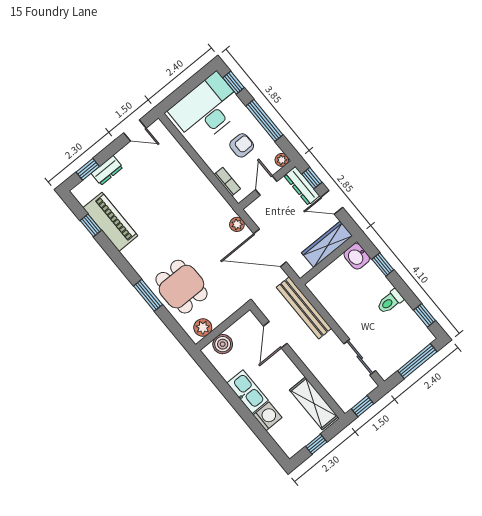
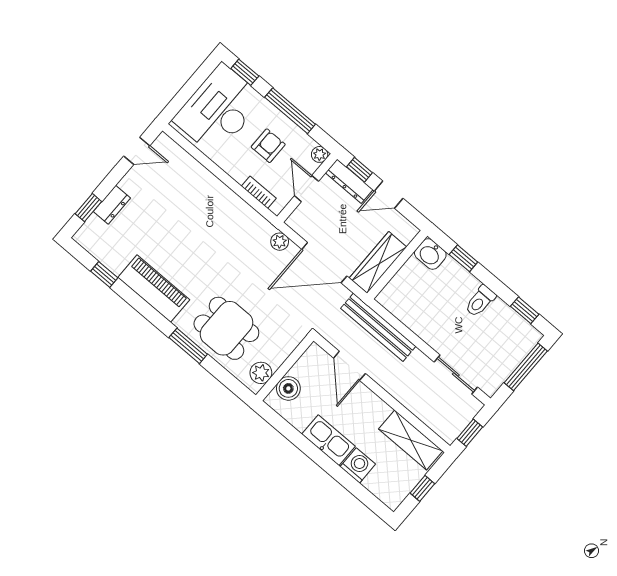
piano: (110, 222) -> (154, 289), moved
wardrobe: (327, 244) -> (378, 263), moved

